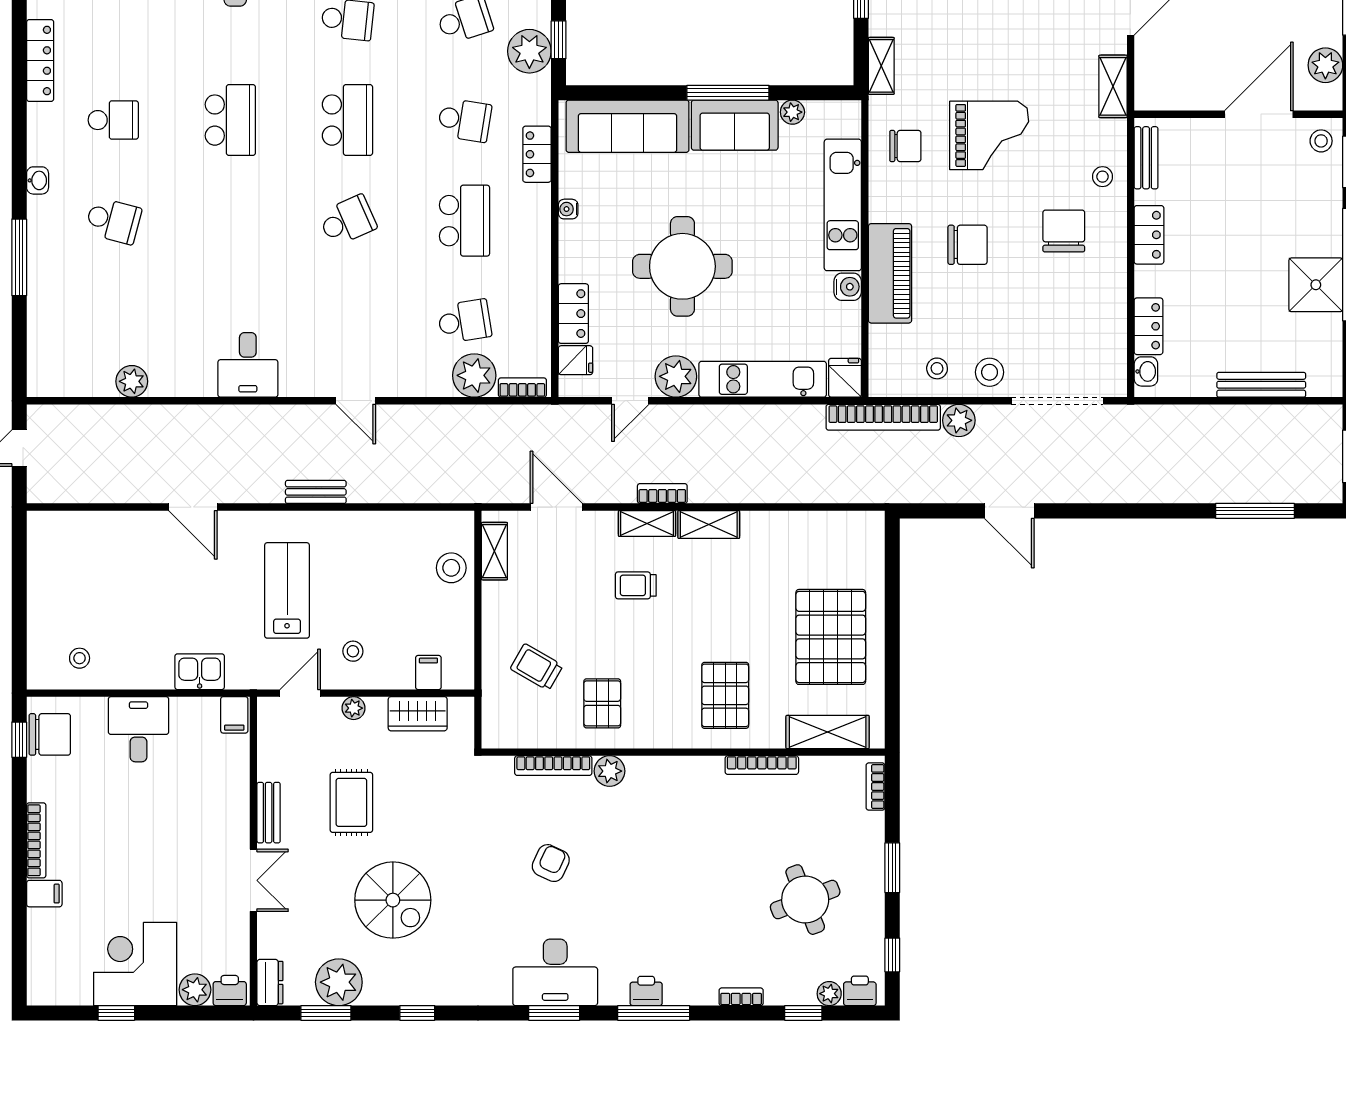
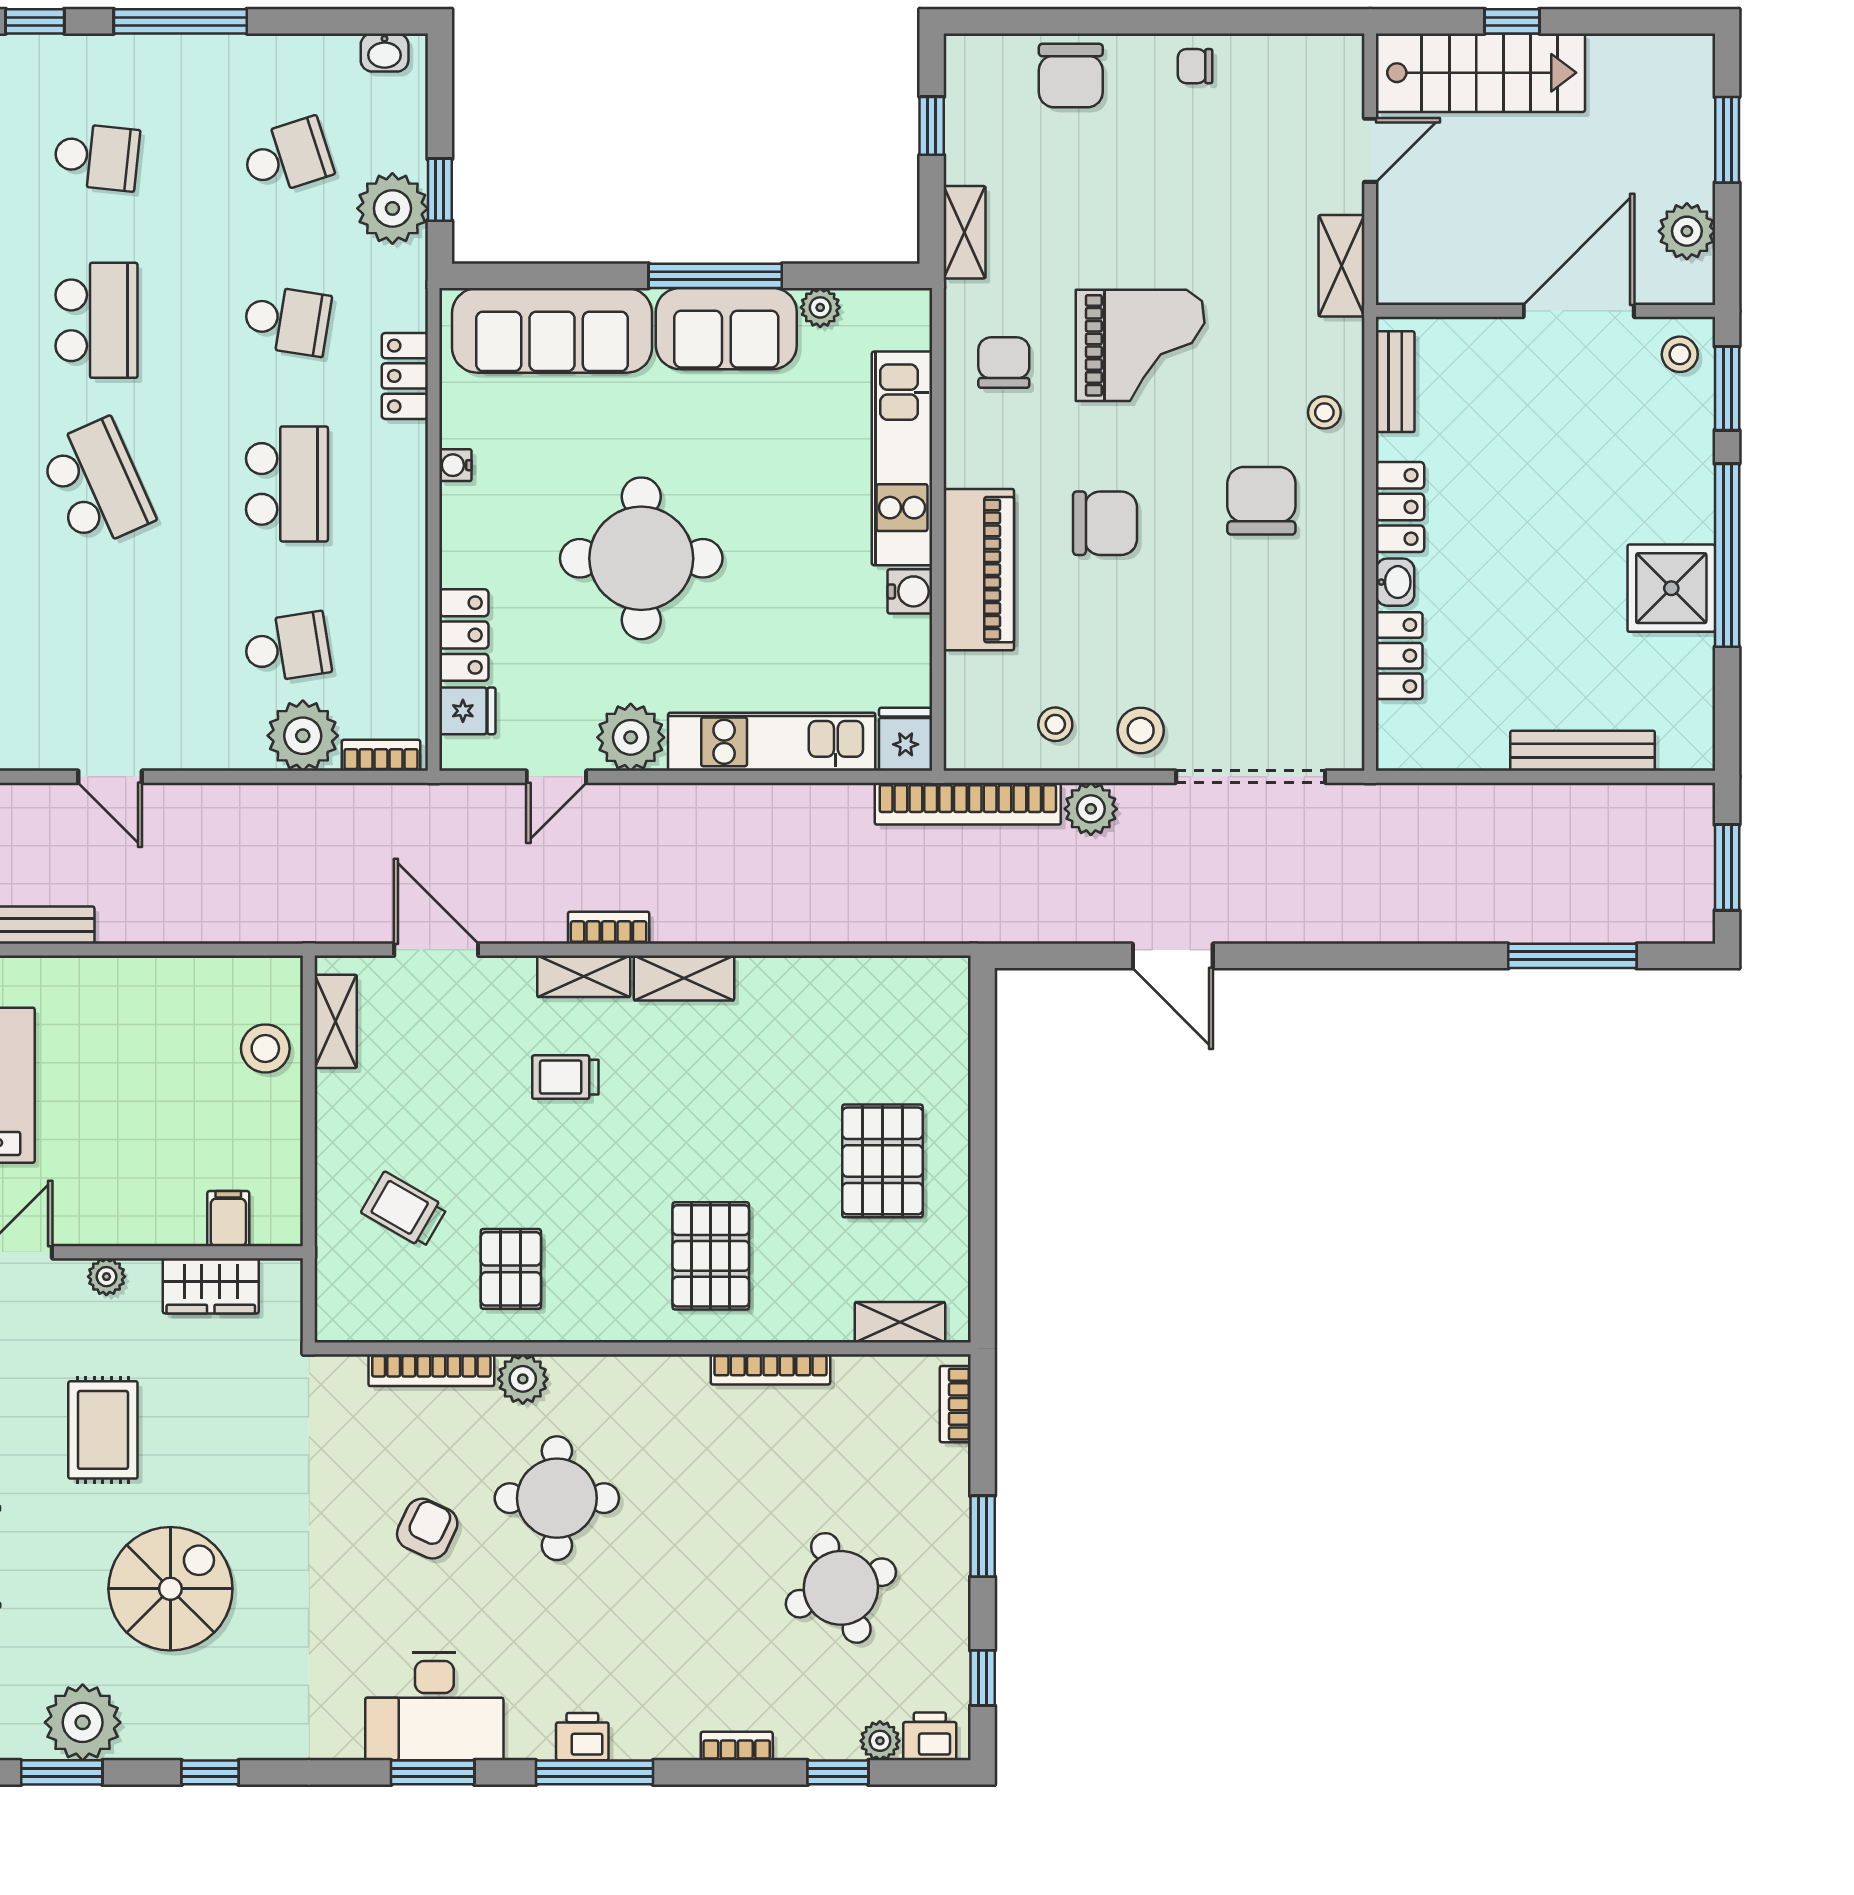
chair: (905, 146) -> (1004, 363), turned -90
school desk: (347, 221) -> (97, 484), width x1.85
washbasin: (1146, 371) -> (1395, 582), moved
pallet: (831, 637) -> (882, 1161), width x0.73, depth x0.71
stool: (353, 651) -> (105, 1184), removed
shelving: (828, 732) -> (900, 1322), width x0.67, depth x0.75
round table: (631, 844) -> (557, 1498), added
spiral stairs: (393, 900) -> (170, 1589), turned -90

